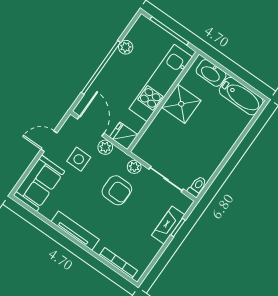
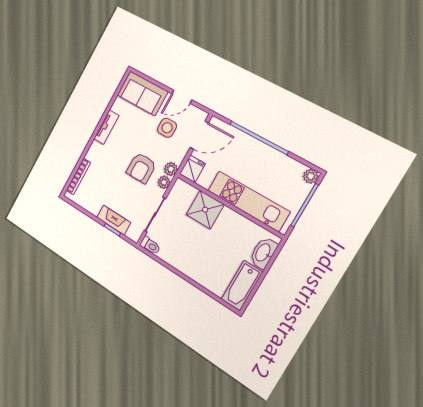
plant: (126, 47) -> (311, 176), moved
shower: (181, 104) -> (205, 210), moved
door: (49, 141) -> (182, 97), swing flipped
plant: (105, 147) -> (171, 169), moved
tv unit: (75, 231) -> (106, 127), width x0.71

